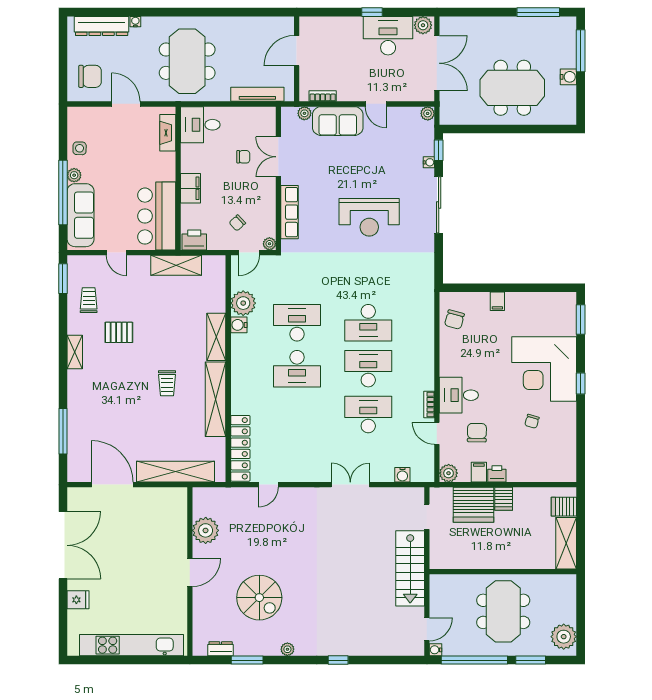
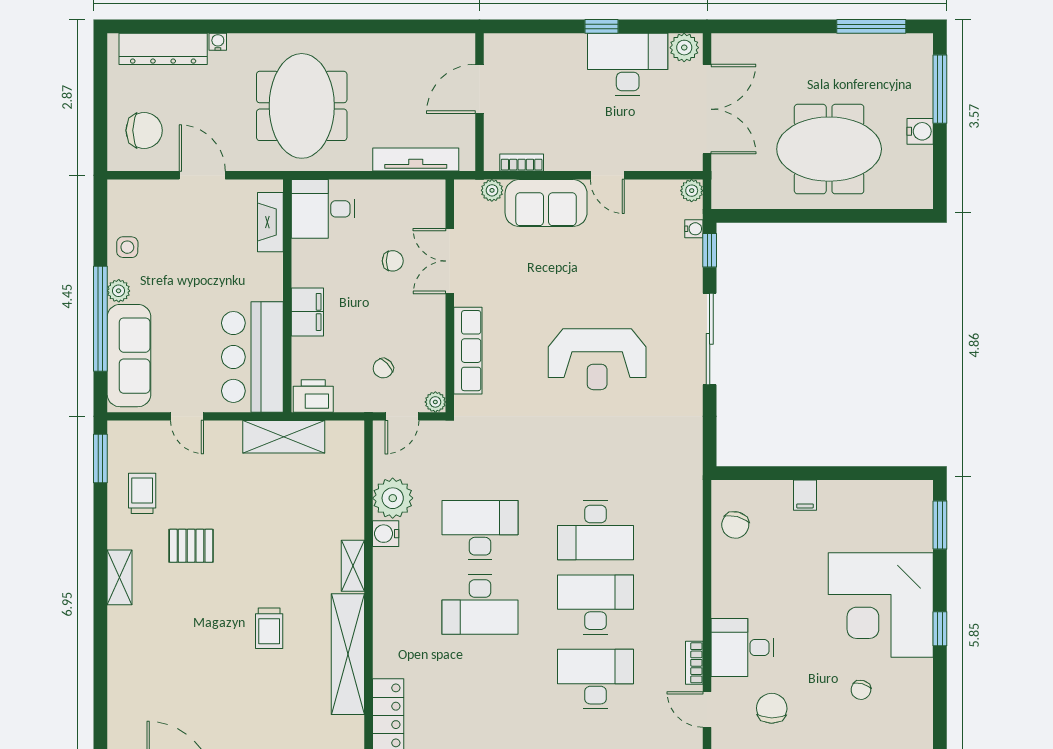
water cooler: (429, 162) -> (694, 229), moved
shelving: (216, 337) -> (353, 566), width x0.67, depth x0.75
window: (63, 431) -> (100, 706), removed

